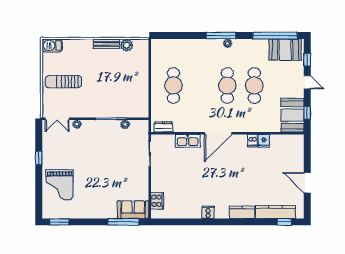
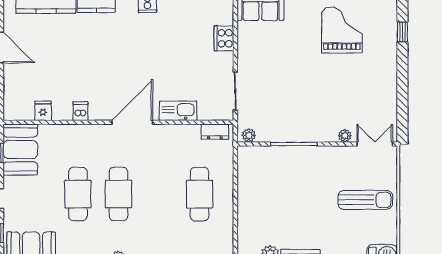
plant: (125, 124) -> (249, 135), moved
fridge: (264, 141) -> (43, 111), moved
window: (39, 158) -> (402, 32), moved
grand piano: (59, 185) -> (342, 30), moved
cooker: (157, 201) -> (224, 38), moved

